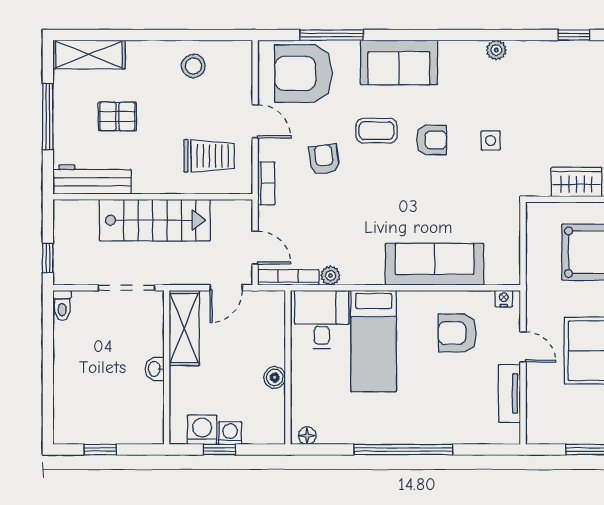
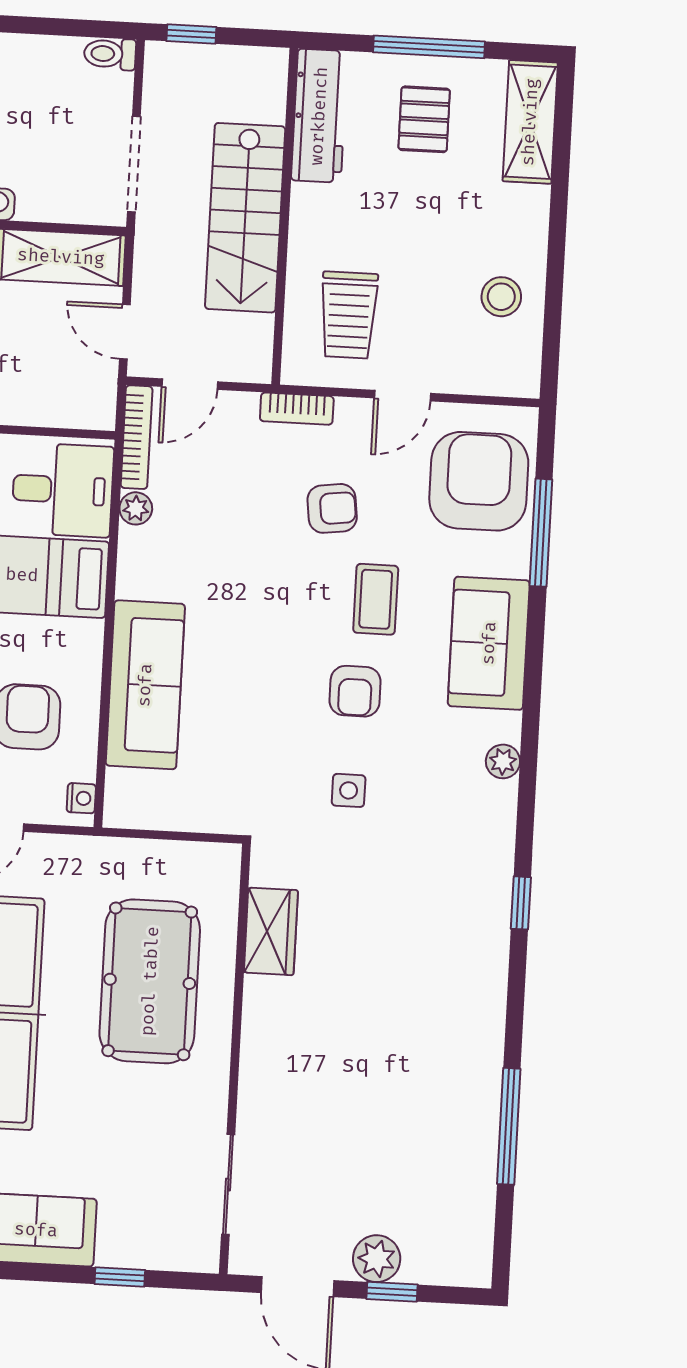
window: (574, 35) -> (521, 903), moved
plant: (496, 50) -> (503, 761), moved
pallet: (117, 116) -> (424, 119), moved

